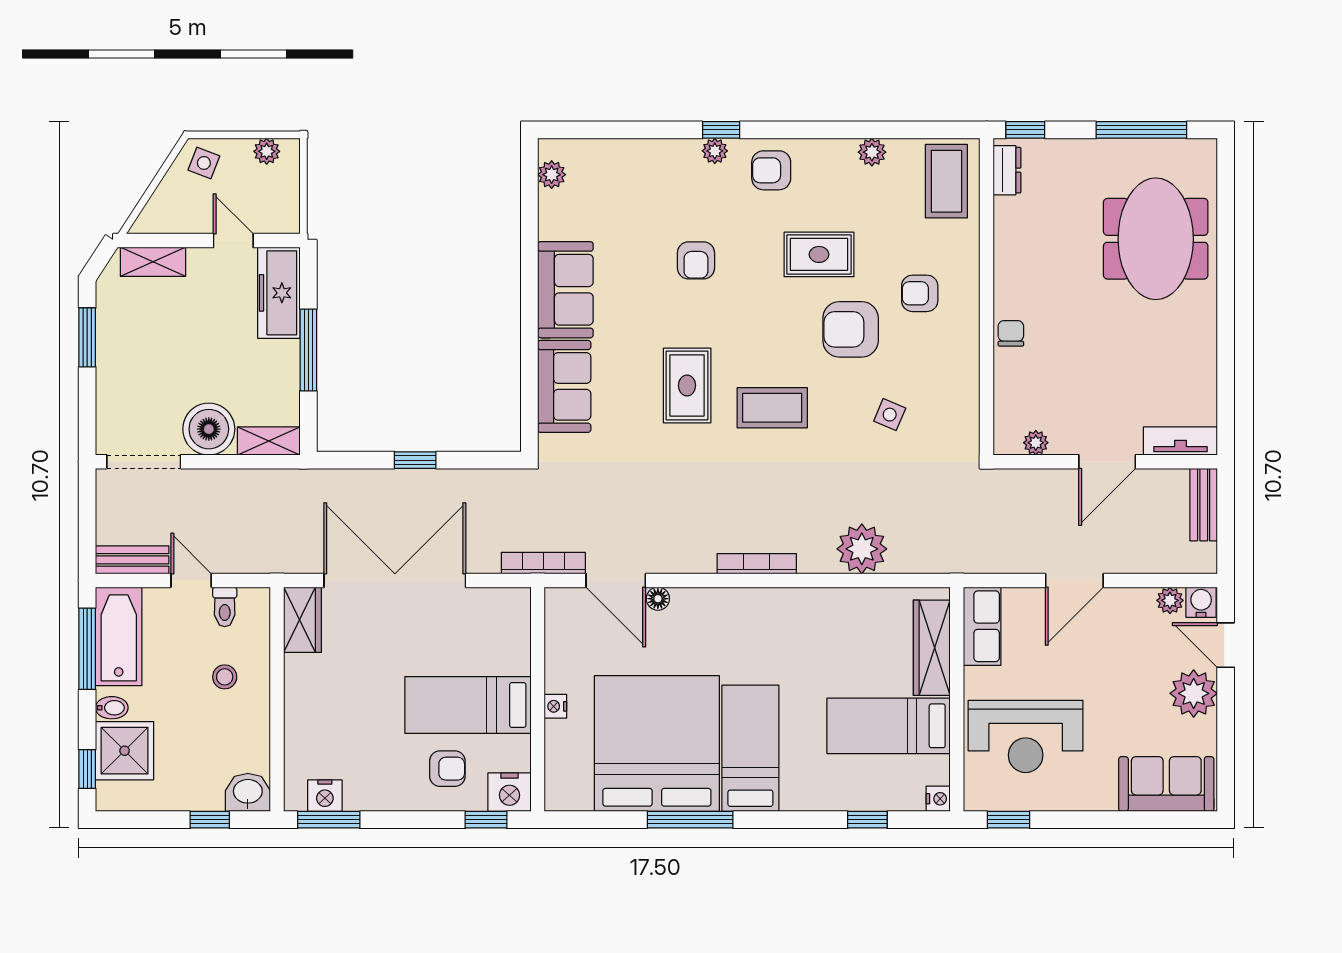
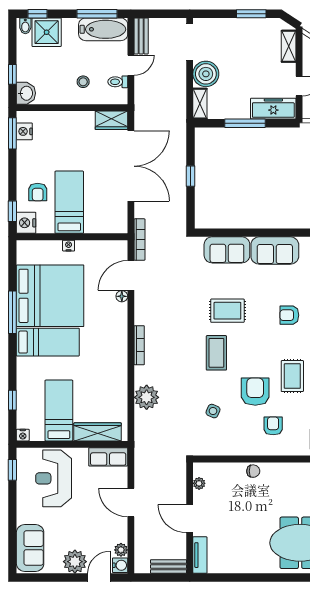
bidet: (112, 708) -> (25, 26), moved

